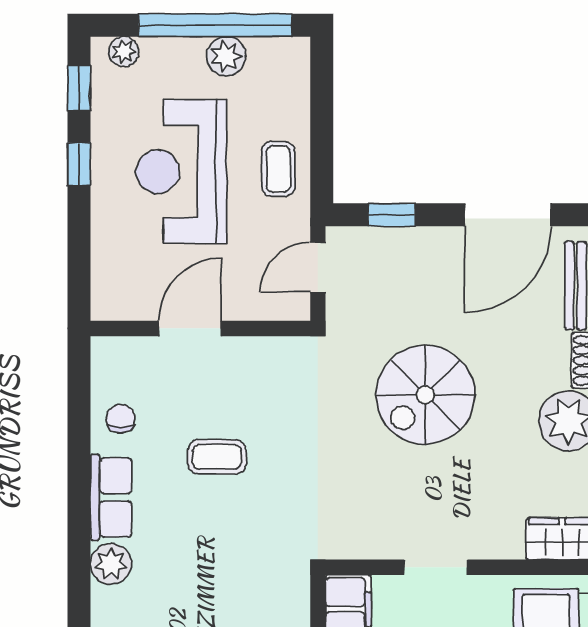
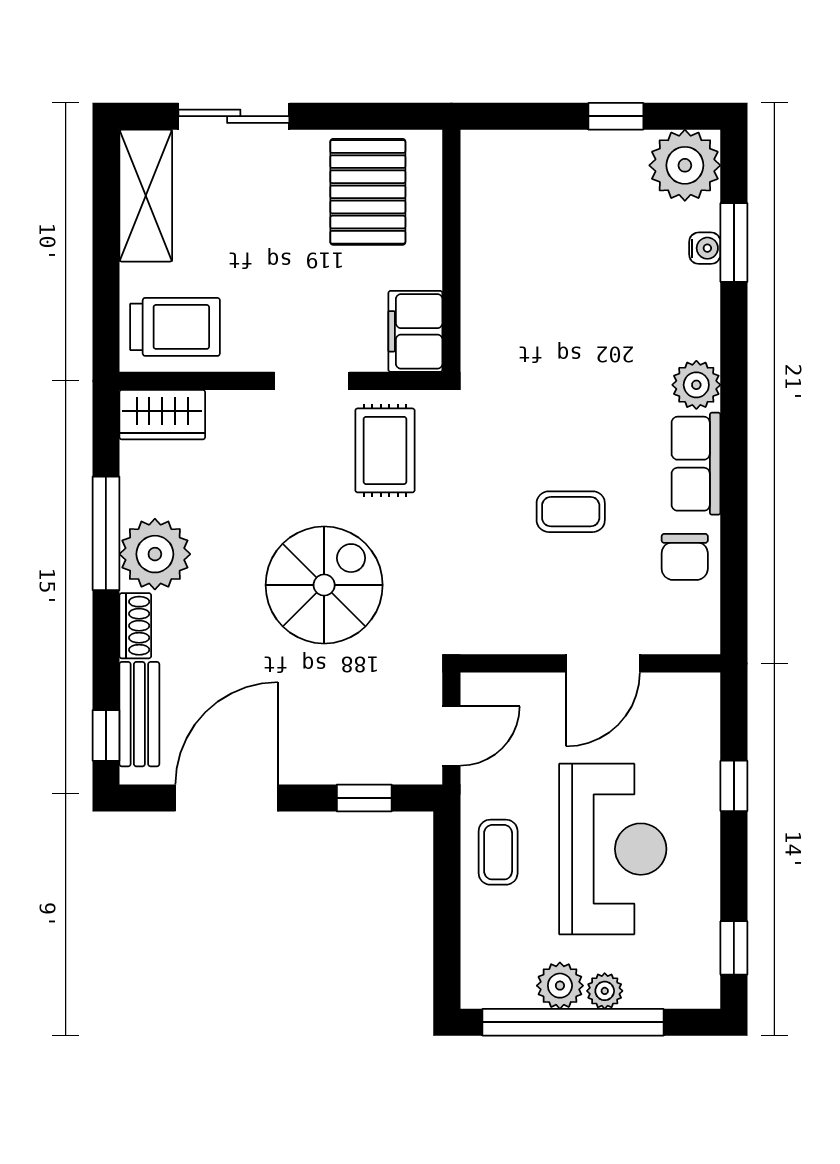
plant: (124, 52) -> (605, 991), moved
window: (79, 164) -> (734, 786), moved
chair: (121, 419) -> (685, 557), width x1.37, depth x1.37
rug: (374, 509) -> (385, 450), added

